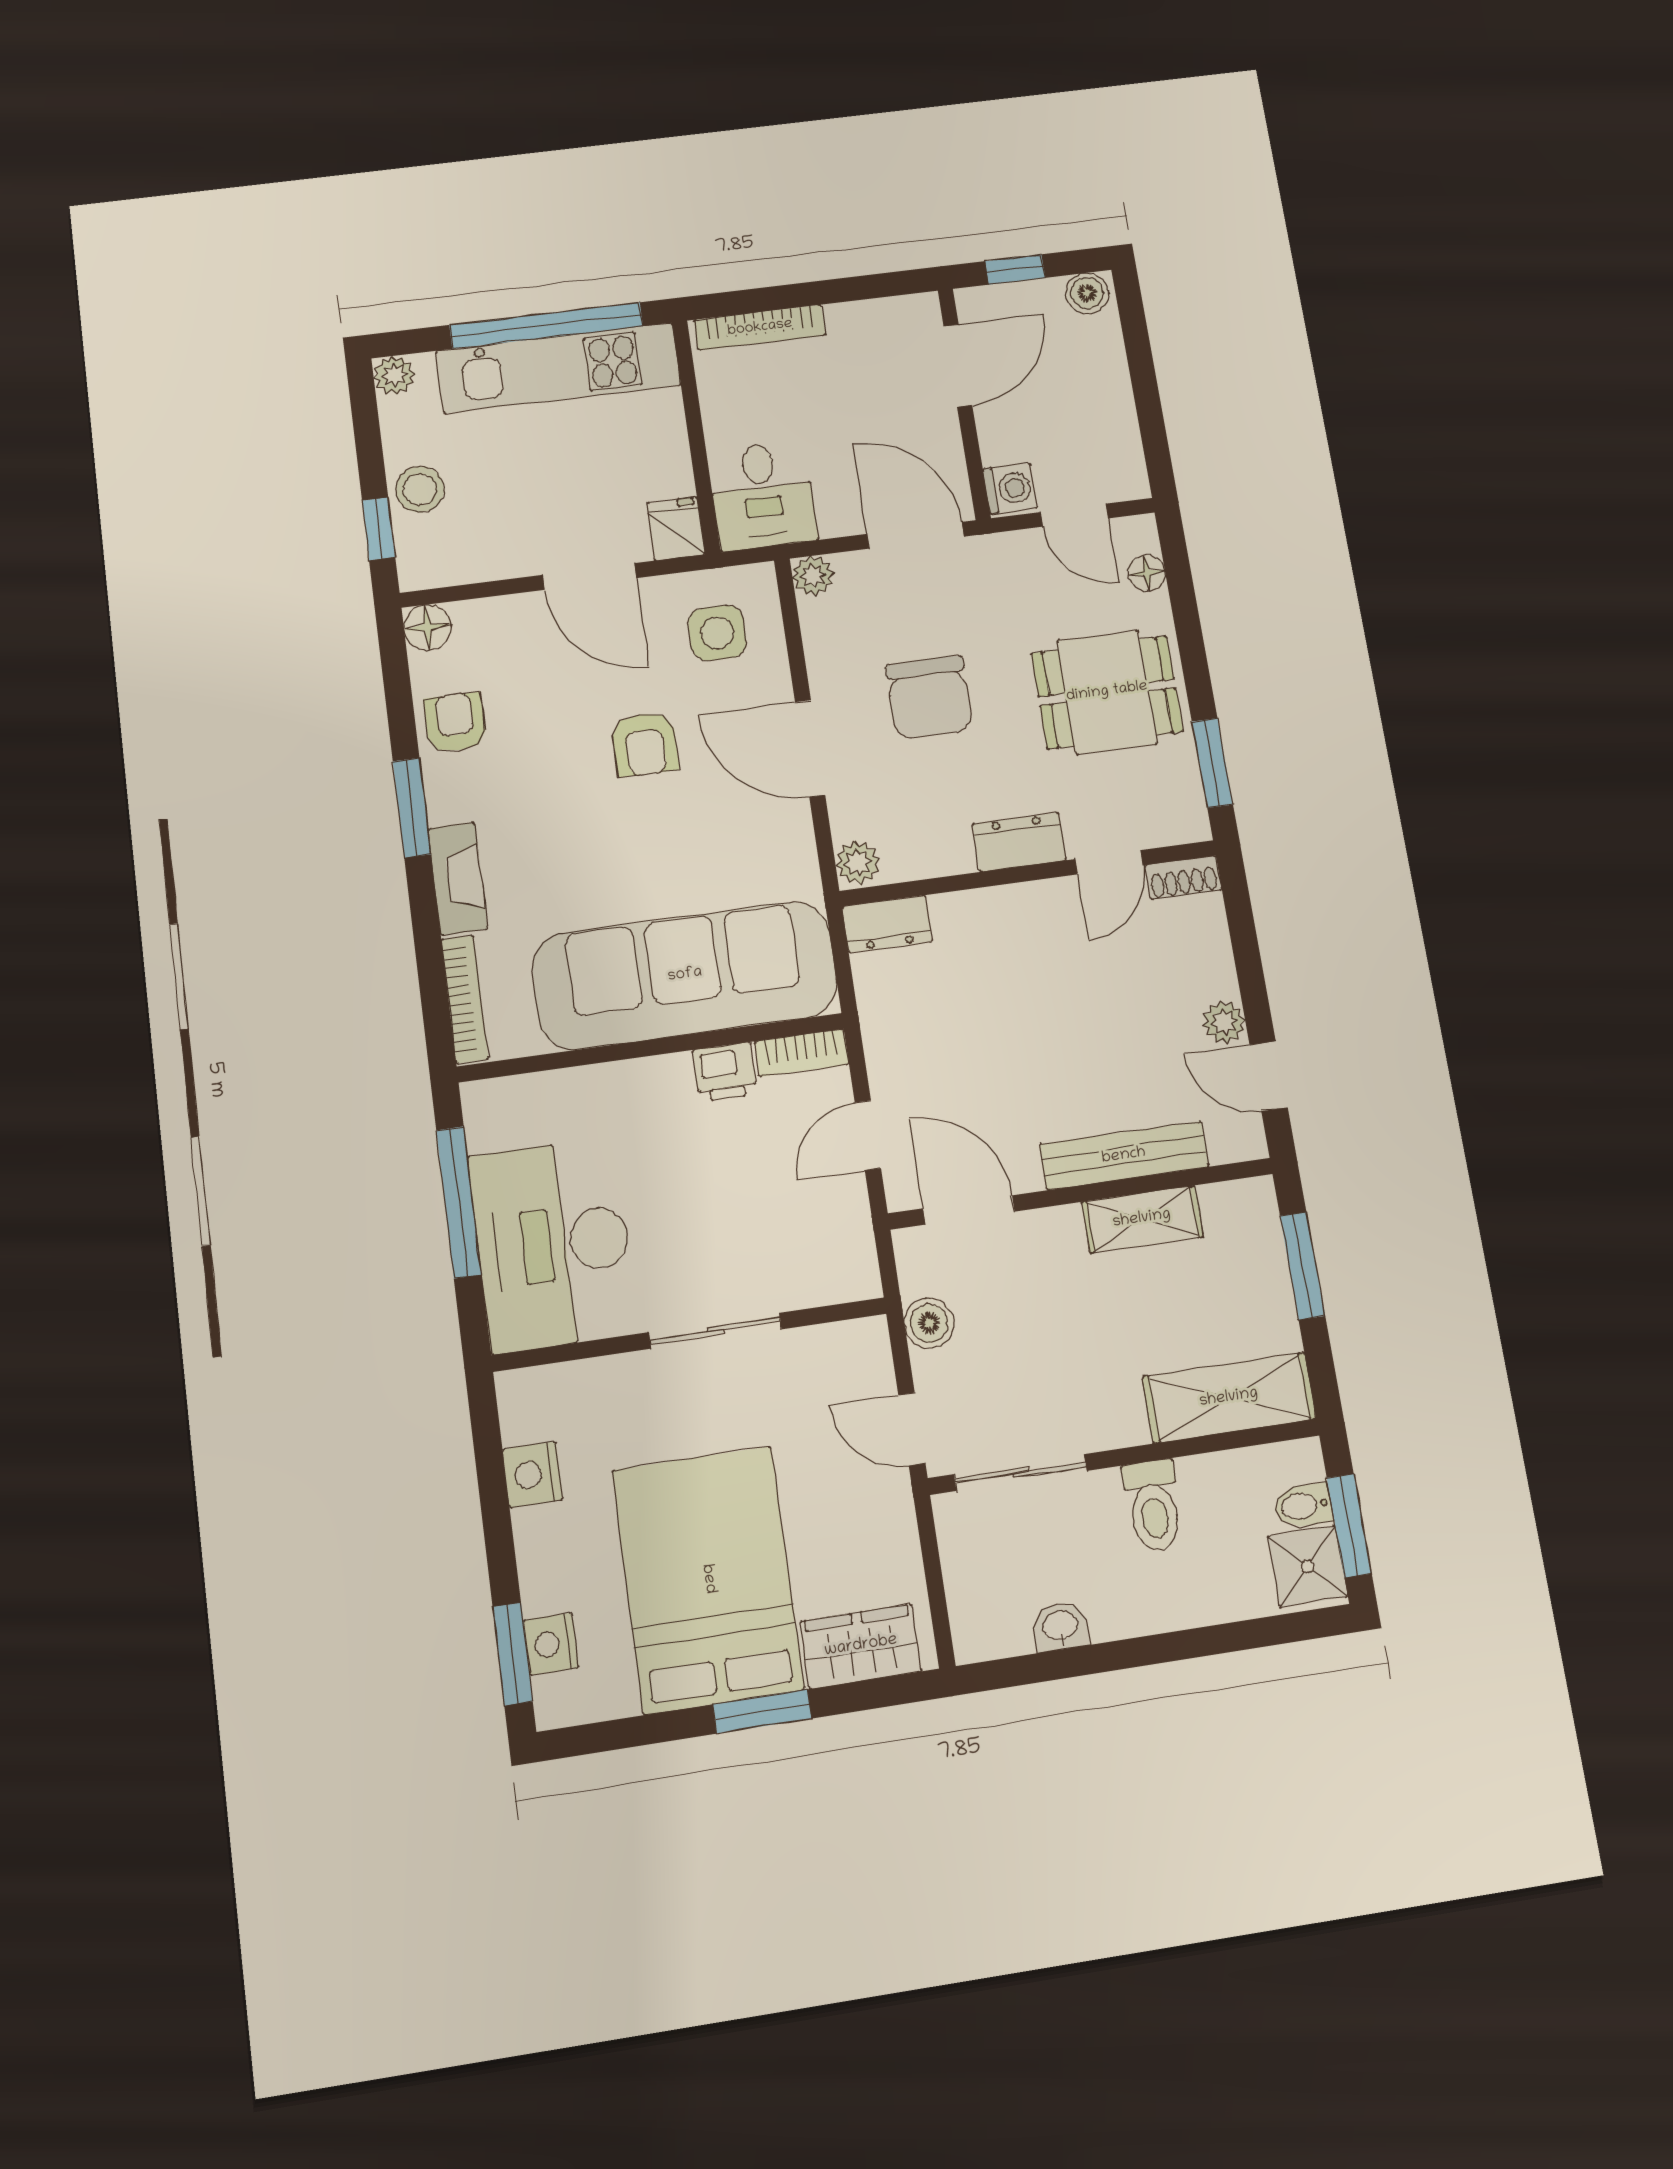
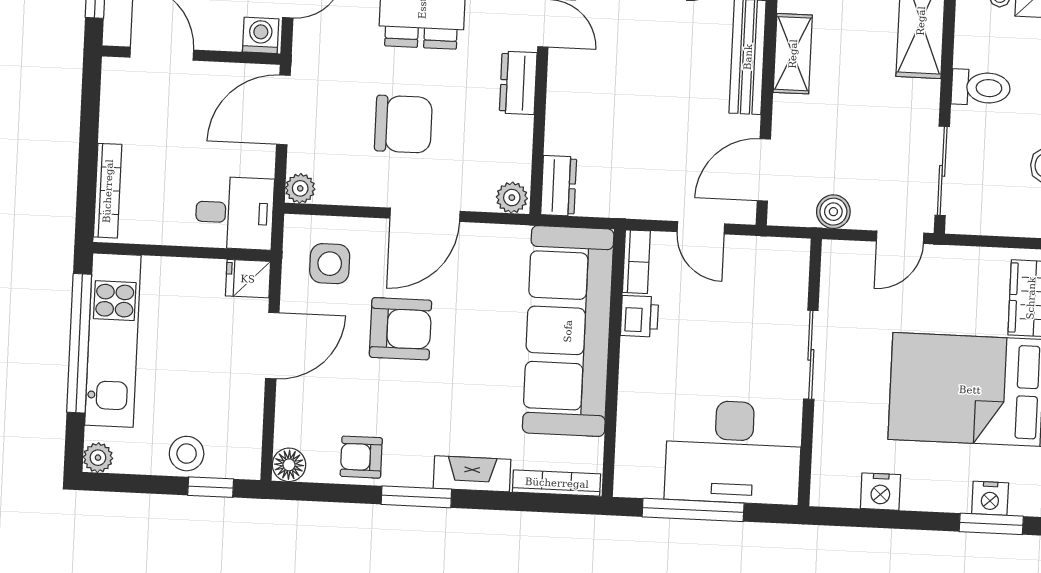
armchair: (645, 744) -> (401, 329), width x1.38, depth x1.38

